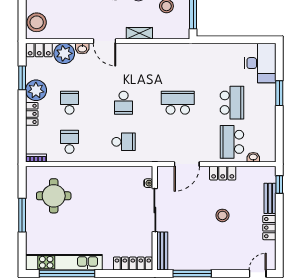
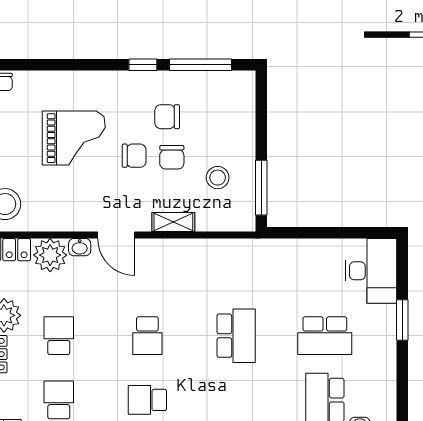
school desk: (178, 103) -> (236, 336), turned 90
school desk: (232, 103) -> (325, 336), turned 90
school desk: (124, 142) -> (147, 400), turned 180

